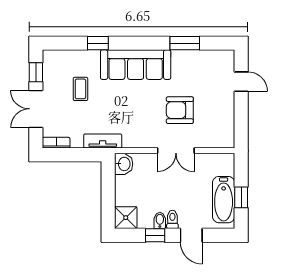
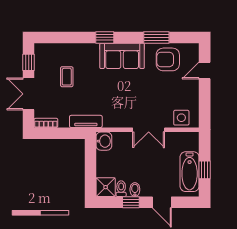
window: (98, 43) -> (105, 37), moved
sofa: (136, 65) -> (122, 56), width x0.73
door: (241, 82) -> (205, 70), swing flipped
armchair: (180, 110) -> (168, 59), moved
side table: (214, 137) -> (181, 118), added
toilet: (172, 219) -> (121, 189), moved

